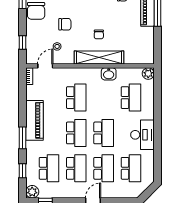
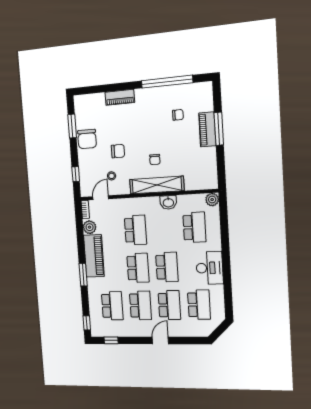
window: (22, 171) -> (87, 323), moved
plant: (32, 192) -> (90, 227), moved

